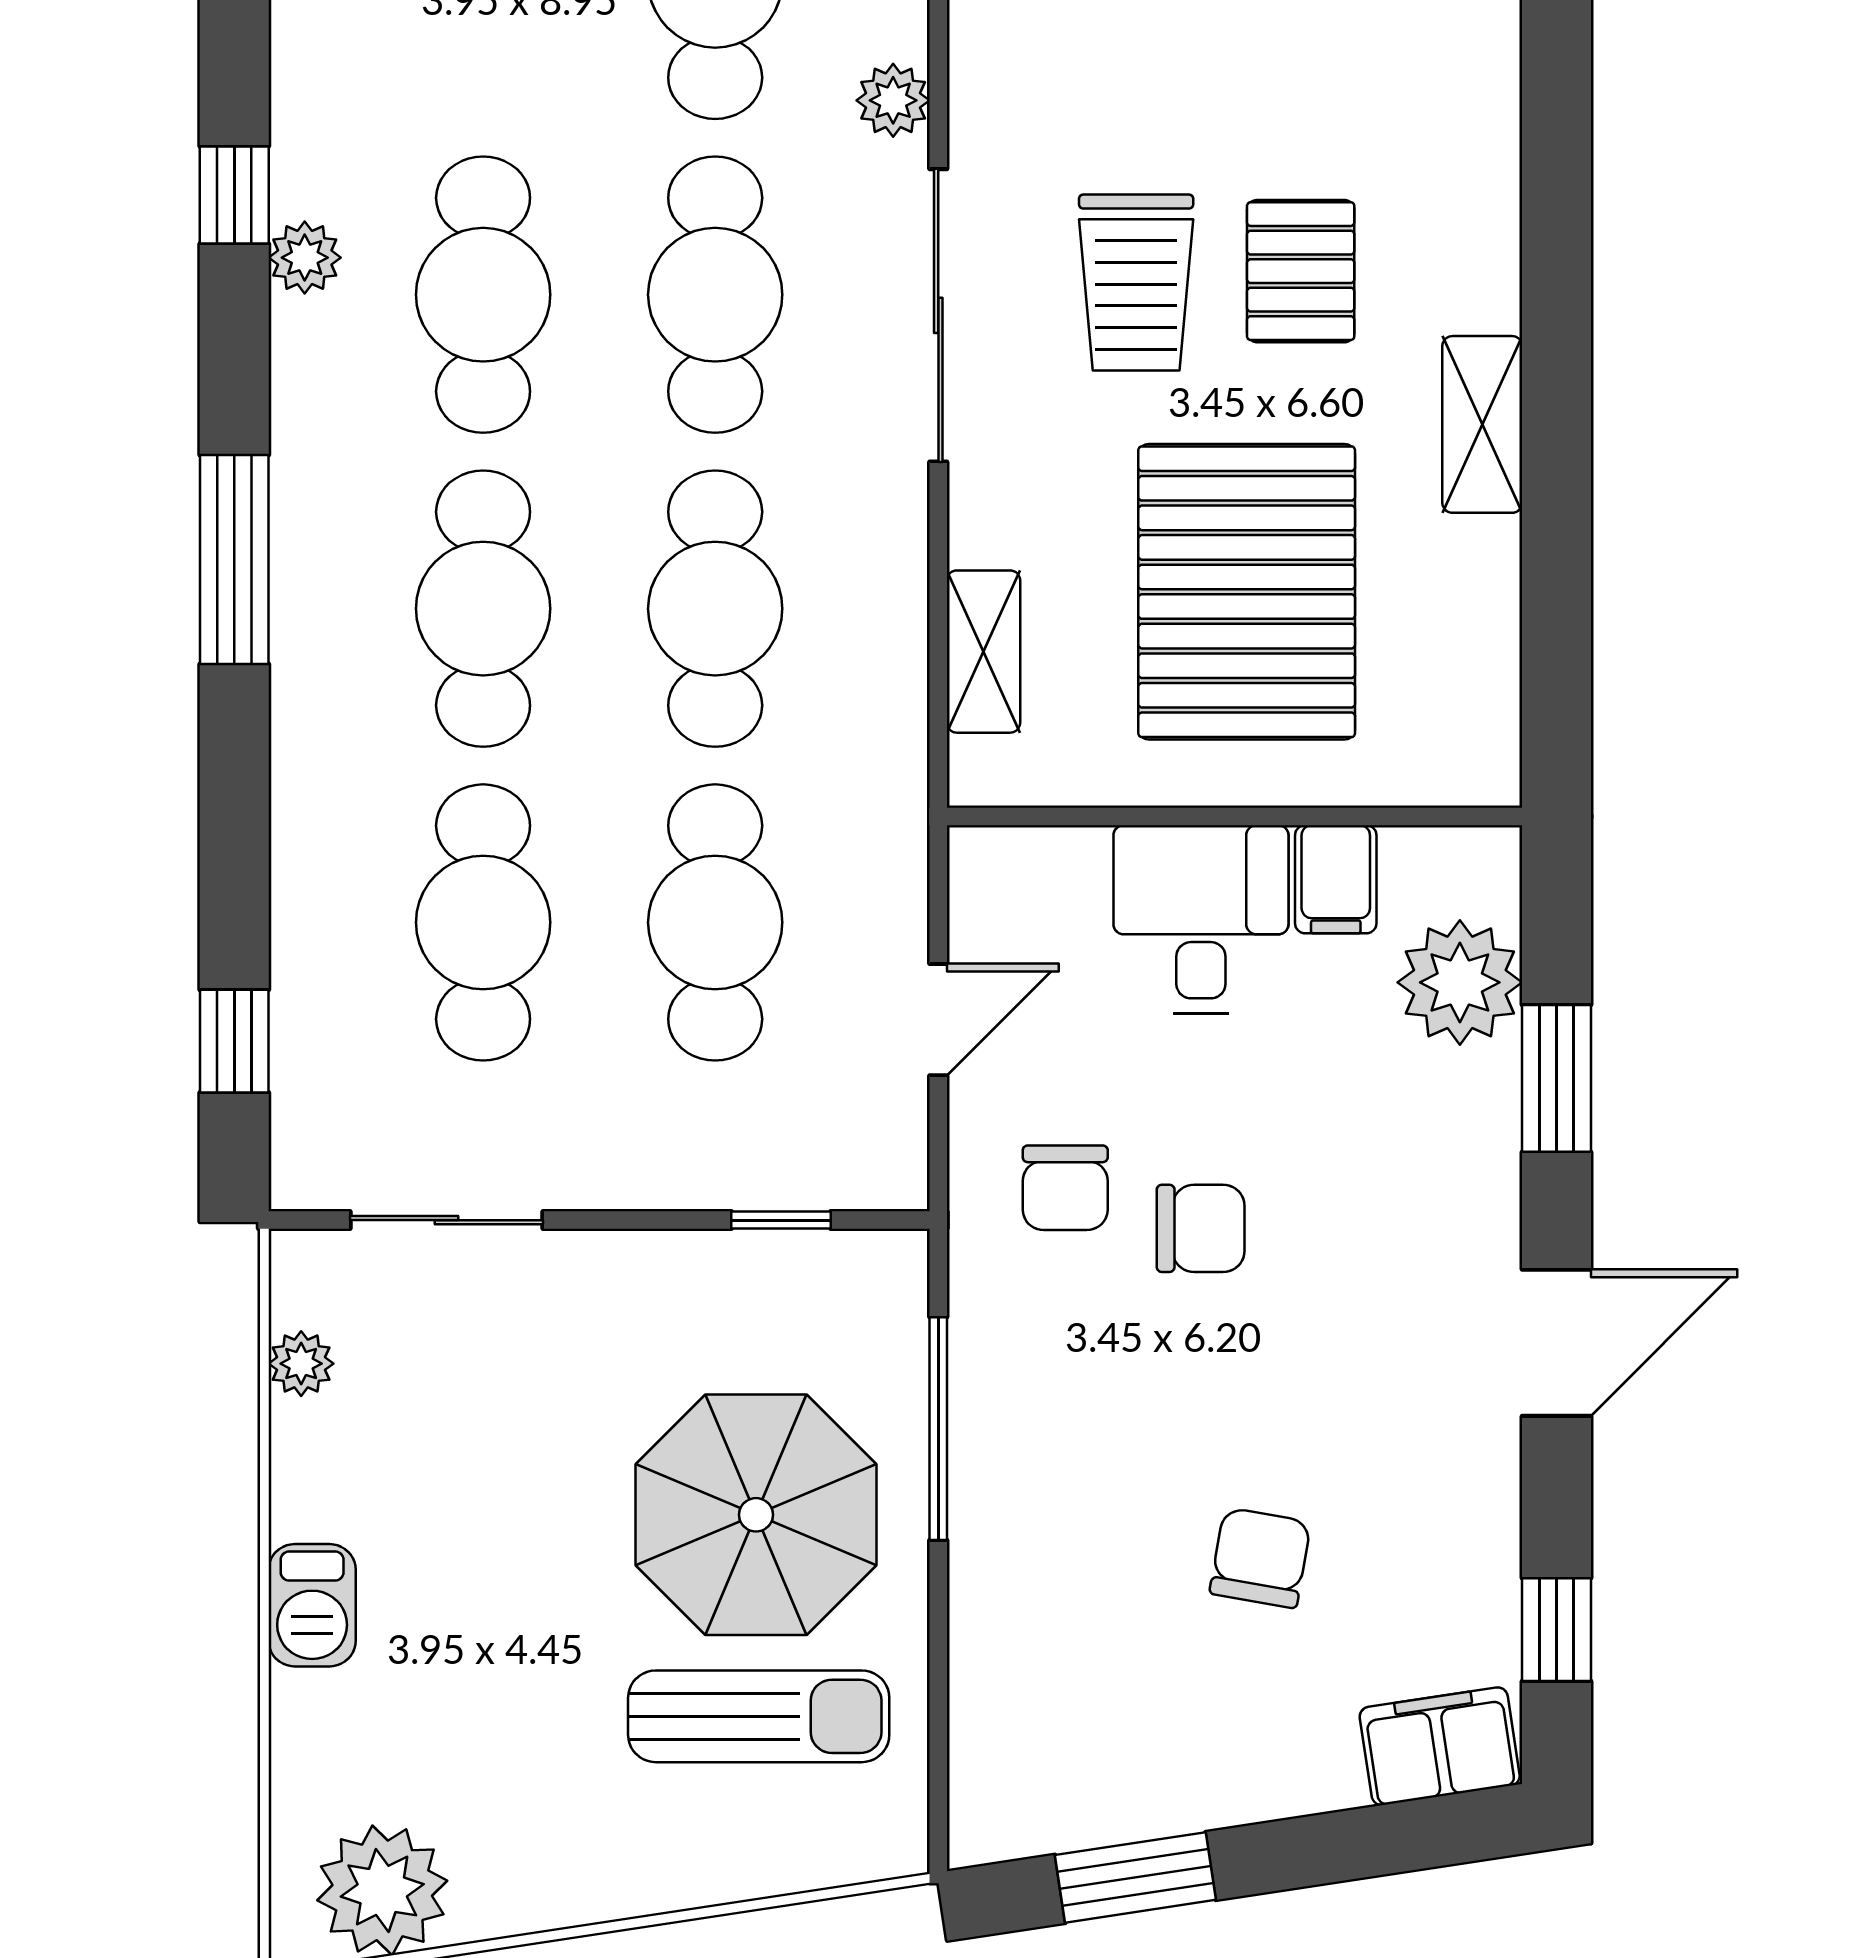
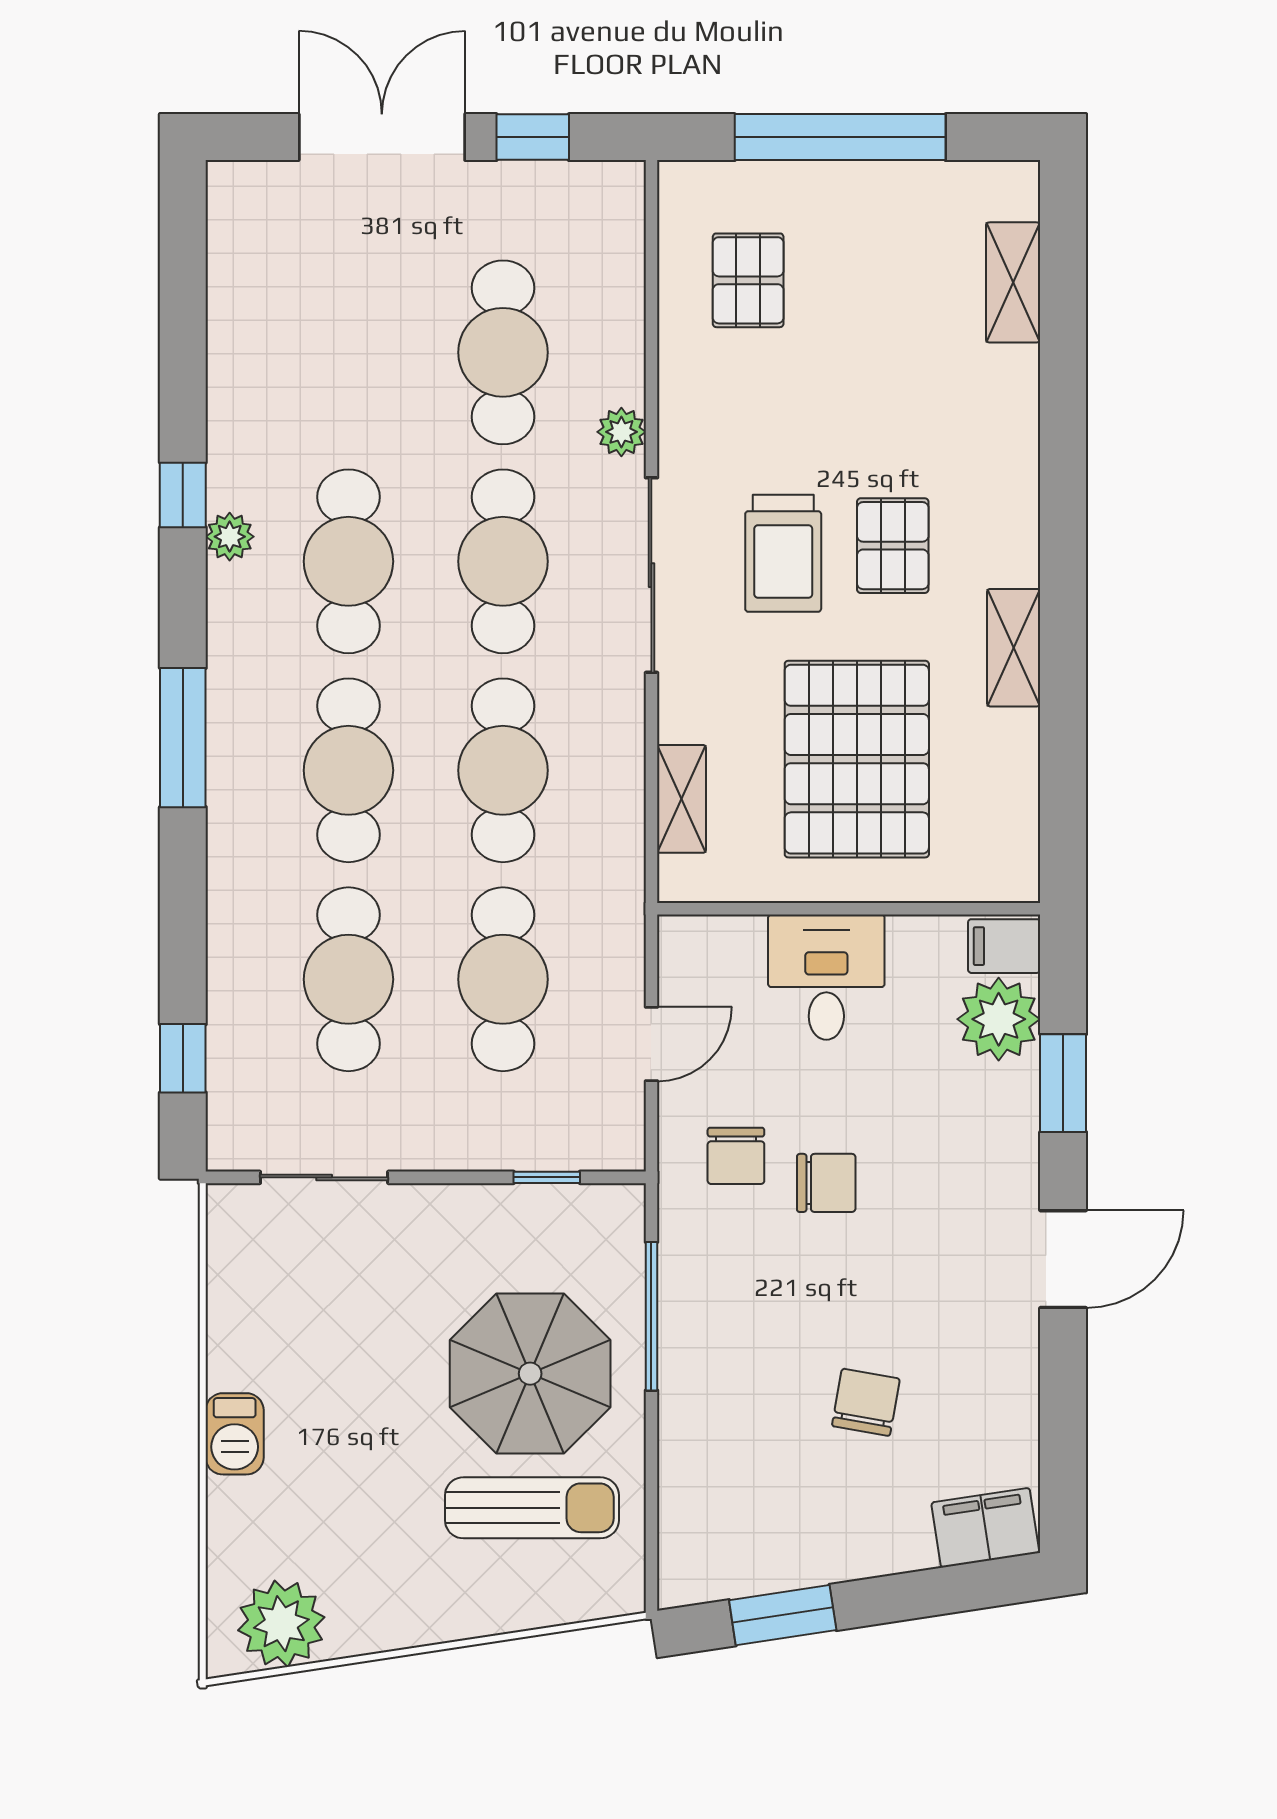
filing cabinet: (1336, 879) -> (1004, 946), moved, turned 90
plant: (301, 1364) -> (227, 1273), removed
window: (1556, 1630) -> (1063, 1450), removed

